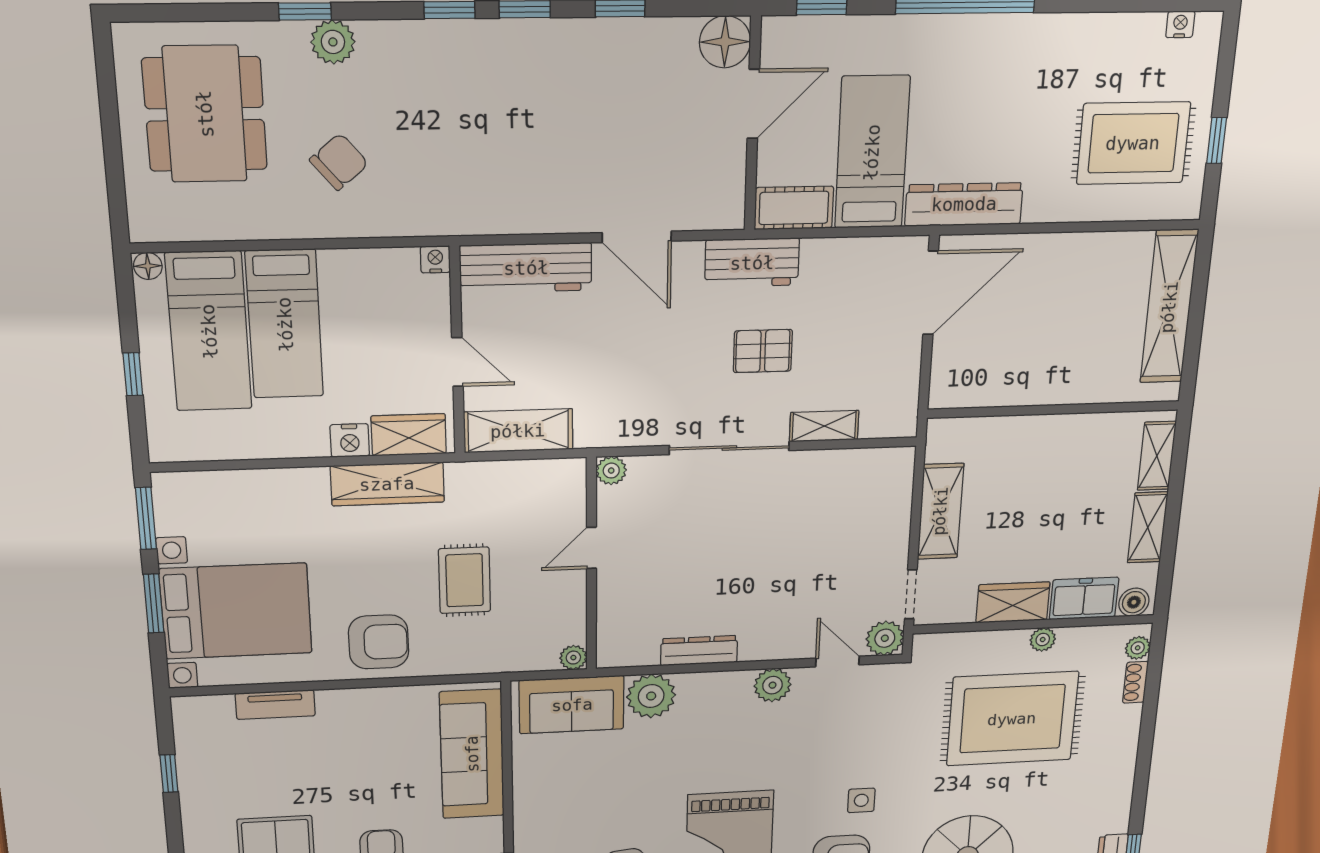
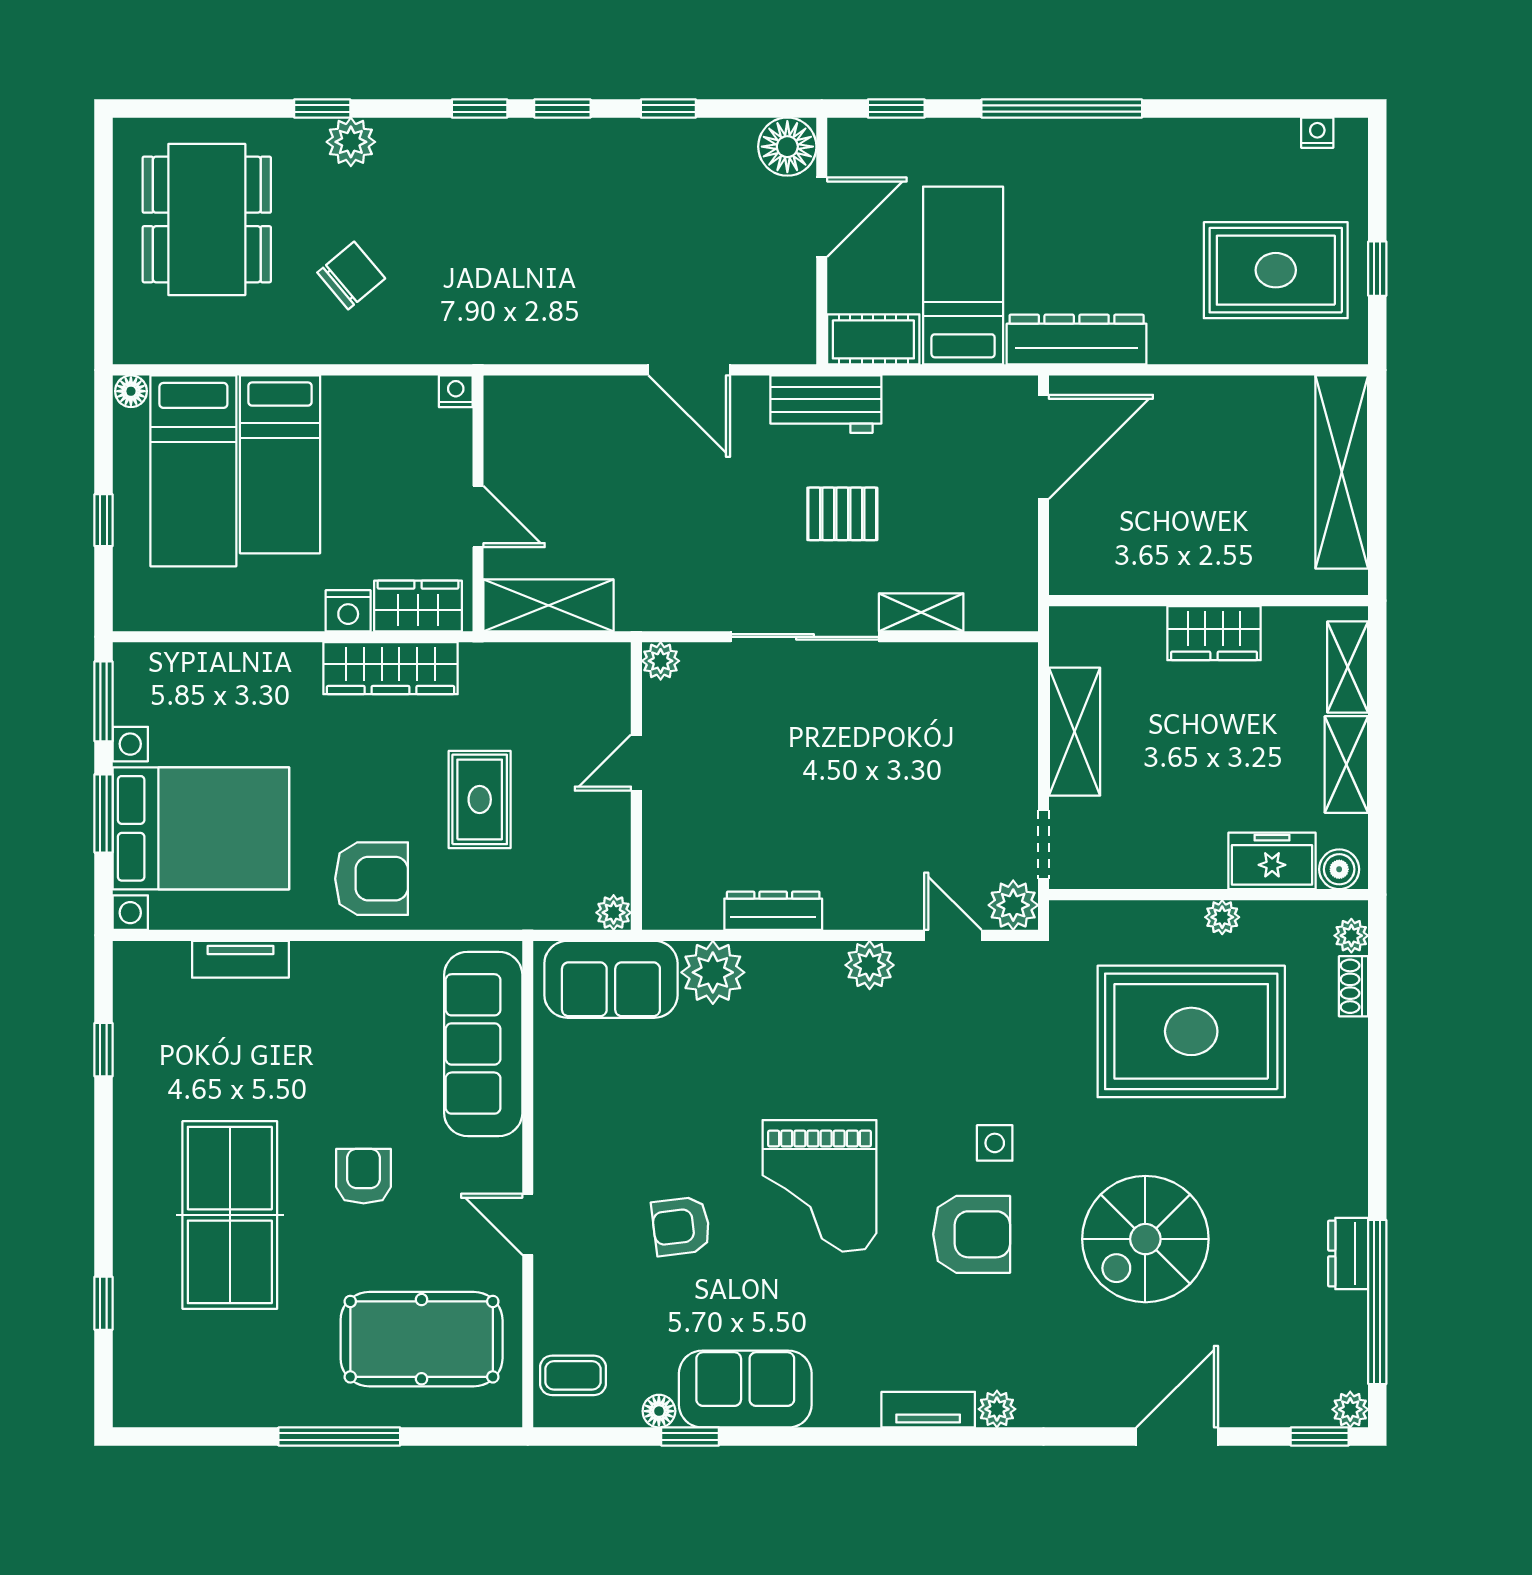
workbench: (526, 268) -> (560, 404), removed
wardrobe: (1013, 602) -> (1214, 633), moved, turned 180

